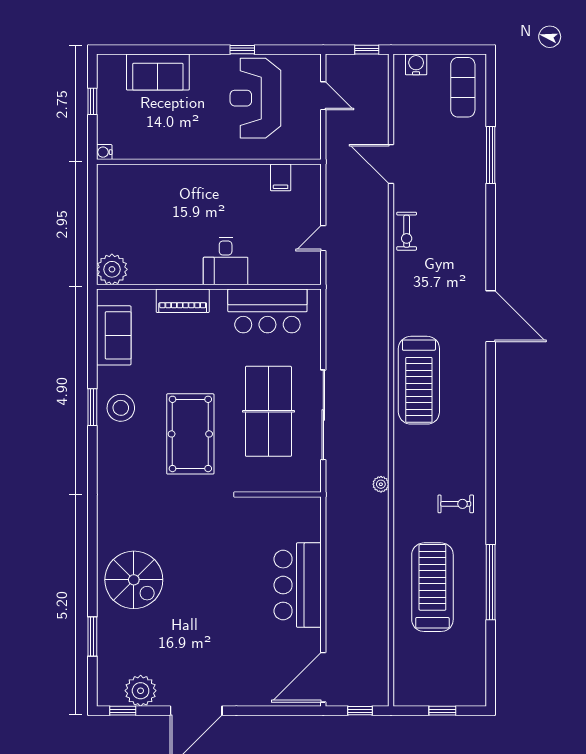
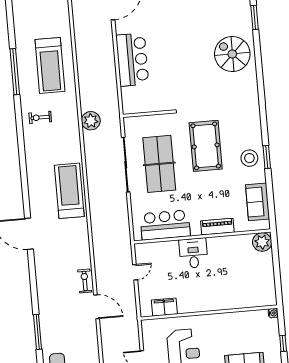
door: (391, 164) -> (97, 307), moved
filing cabinet: (281, 177) -> (164, 307), width x2.00
plant: (381, 484) -> (91, 121), width x1.87, depth x1.87

